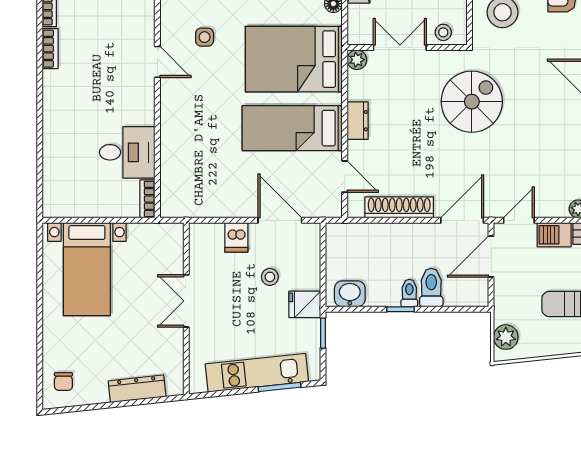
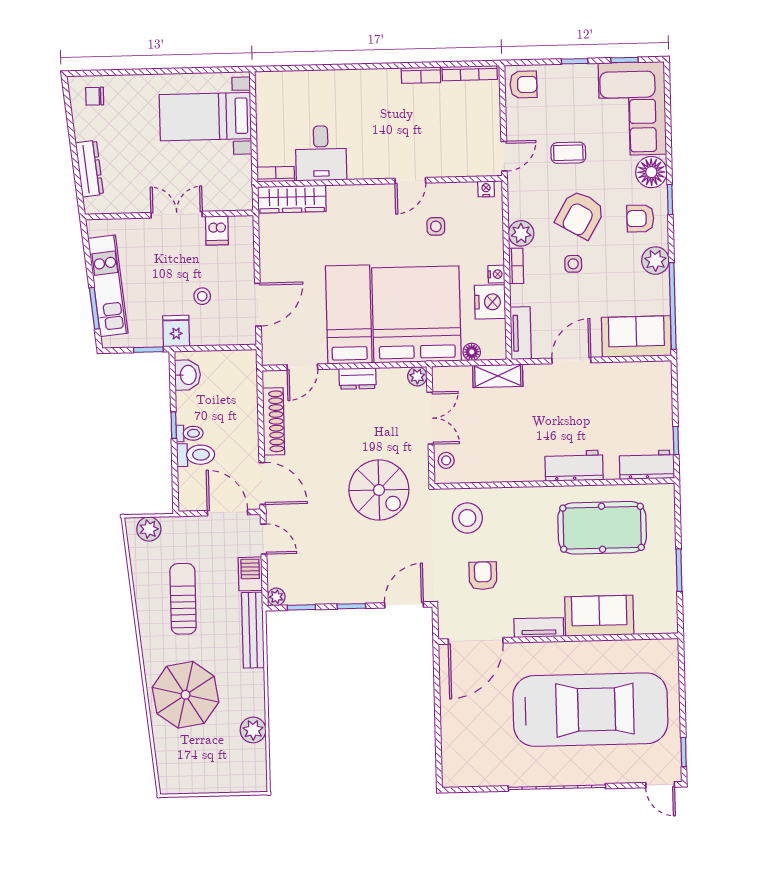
bed: (294, 59) -> (416, 314), width x1.36
wardrobe: (173, 183) -> (292, 199), added
dishwasher: (236, 237) -> (217, 230), moved, turned -90

